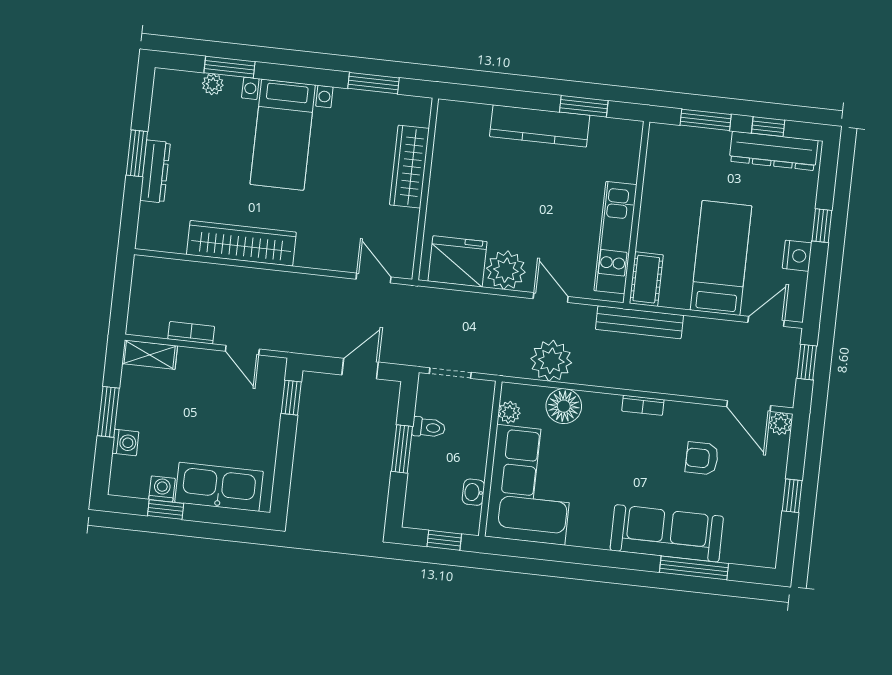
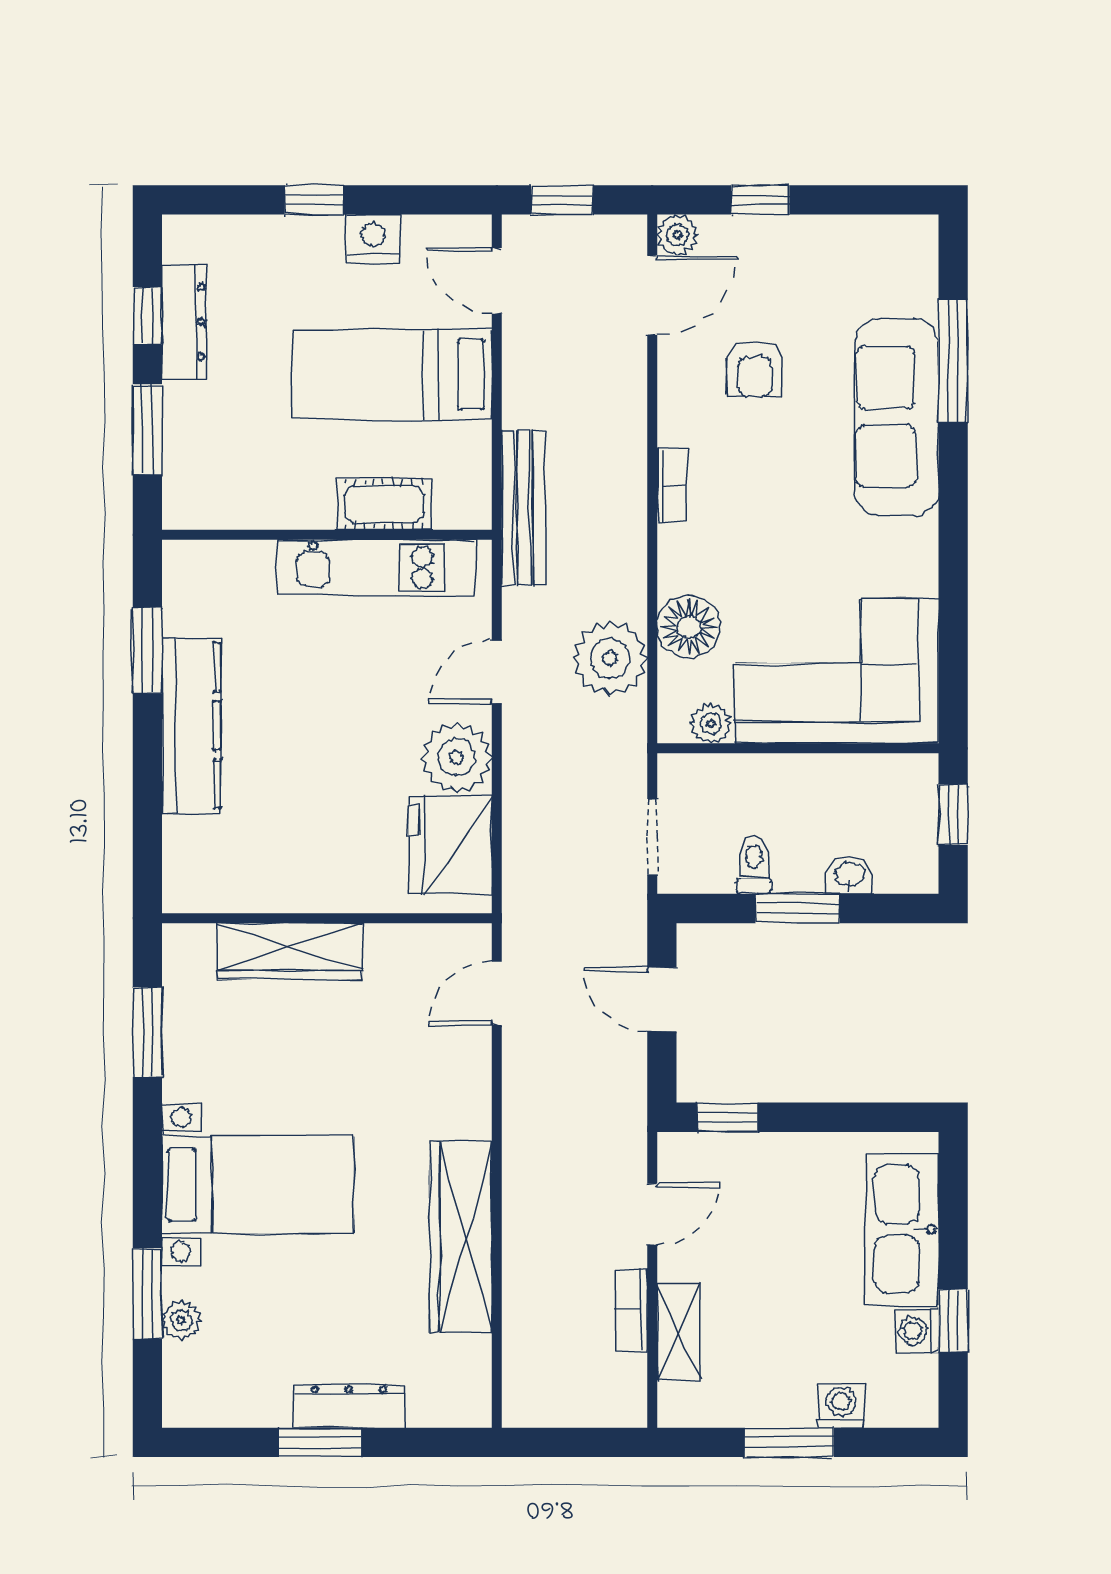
dresser: (774, 151) -> (184, 322), width x0.73, depth x0.80
cot: (646, 279) -> (384, 504), moved
shelving: (150, 355) -> (679, 1332), moved
washbasin: (473, 492) -> (850, 875), moved, turned 180
window: (792, 496) -> (760, 200), moved

